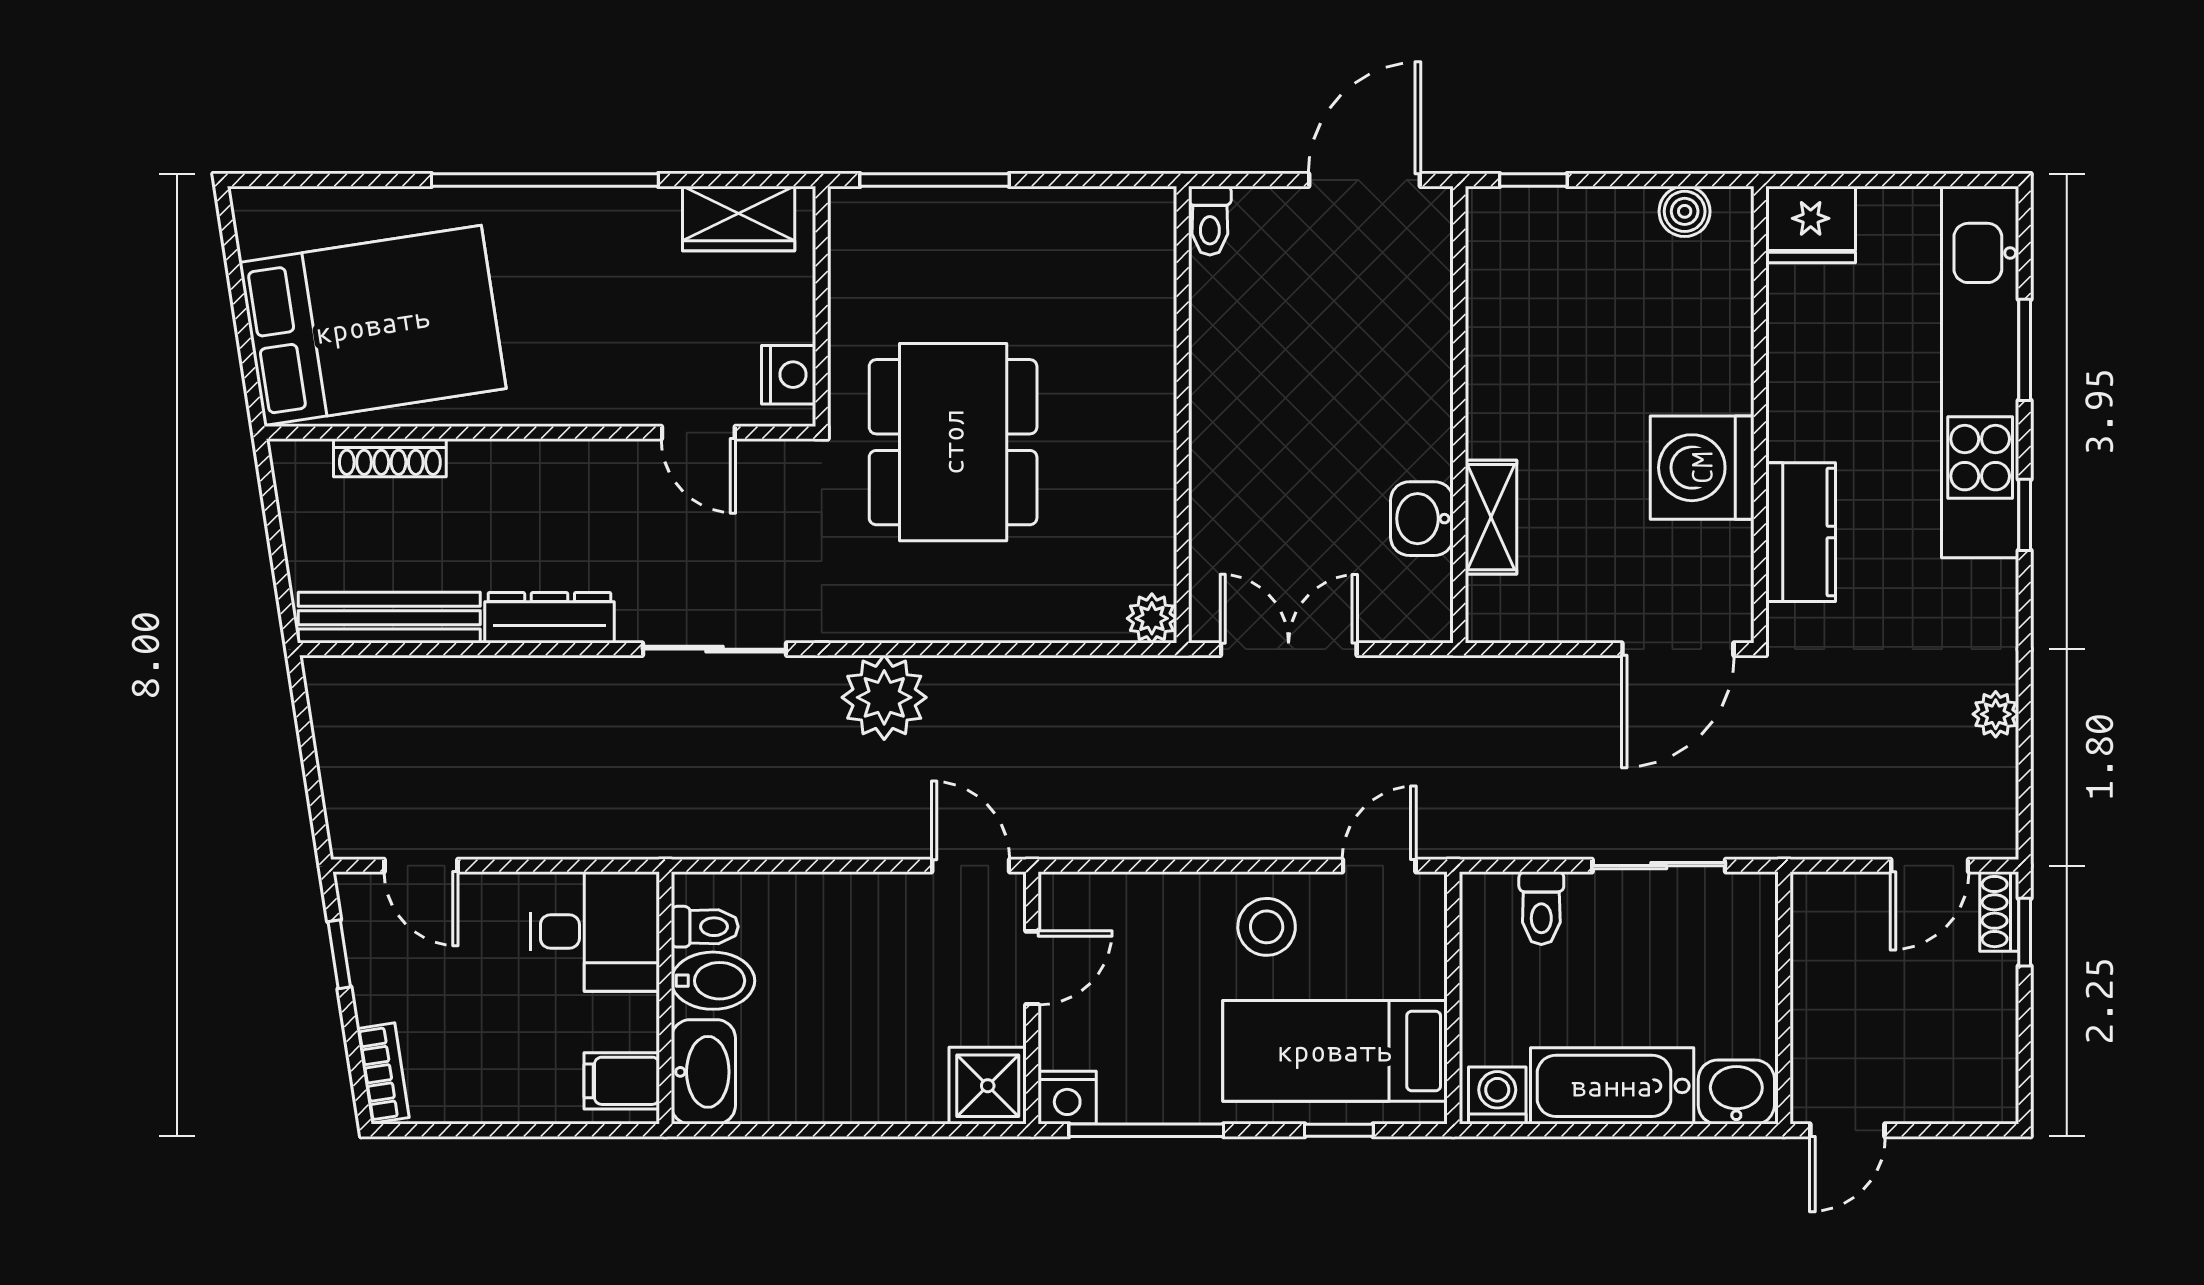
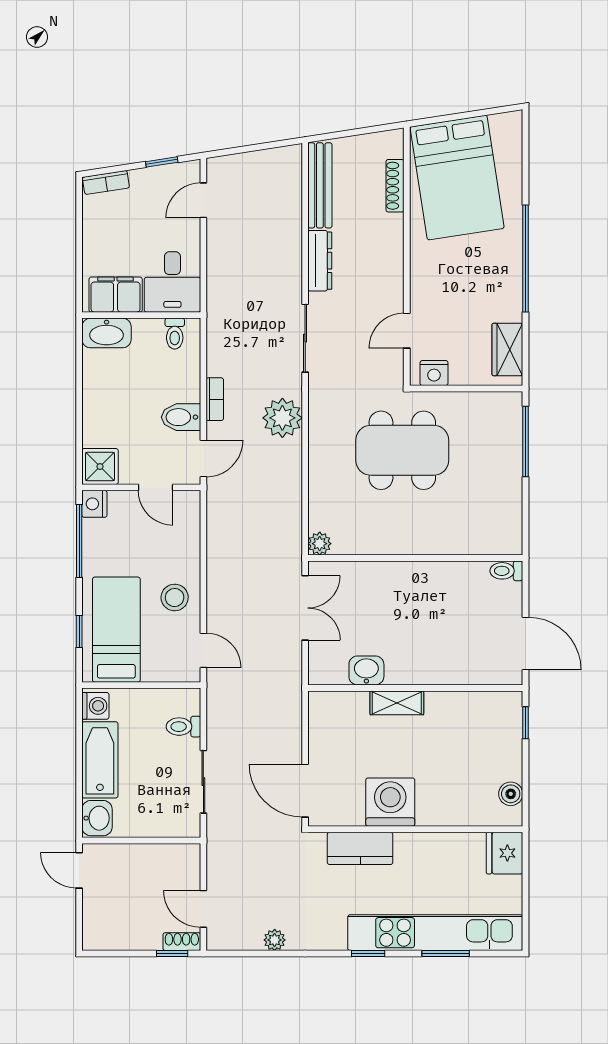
shelving: (1491, 517) -> (397, 703), moved
bookcase: (844, 841) -> (215, 399), added
bidet: (713, 981) -> (181, 417), moved, turned 90
filing cabinet: (622, 1081) -> (116, 295), width x2.00

